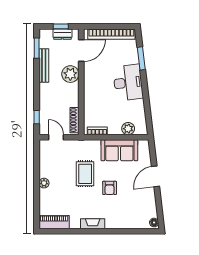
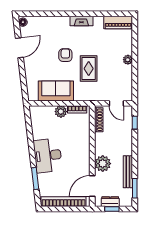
plant: (128, 129) -> (61, 112), moved
door: (155, 176) -> (19, 48), moved

